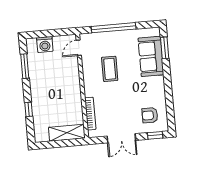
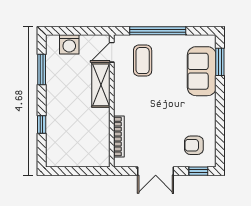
coffee table: (110, 69) -> (143, 61), moved
shelving: (67, 133) -> (101, 85), moved, turned 90

